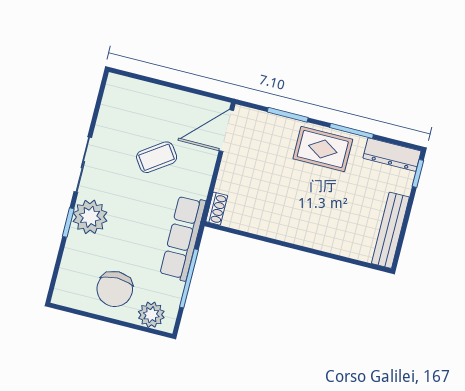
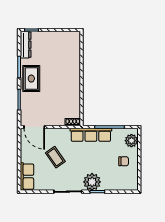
row of seats: (133, 92) -> (27, 177), added
bench: (390, 230) -> (62, 36), removed
chair: (115, 289) -> (124, 161), width x0.54, depth x0.54

